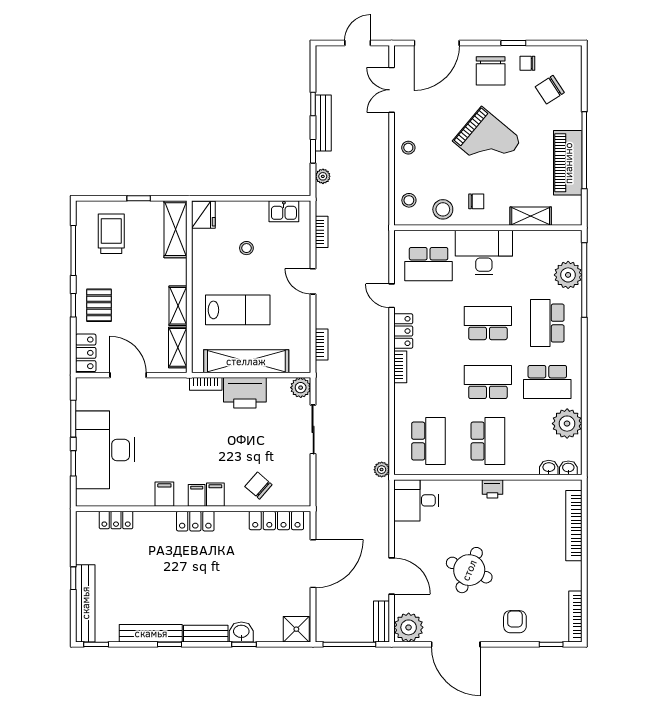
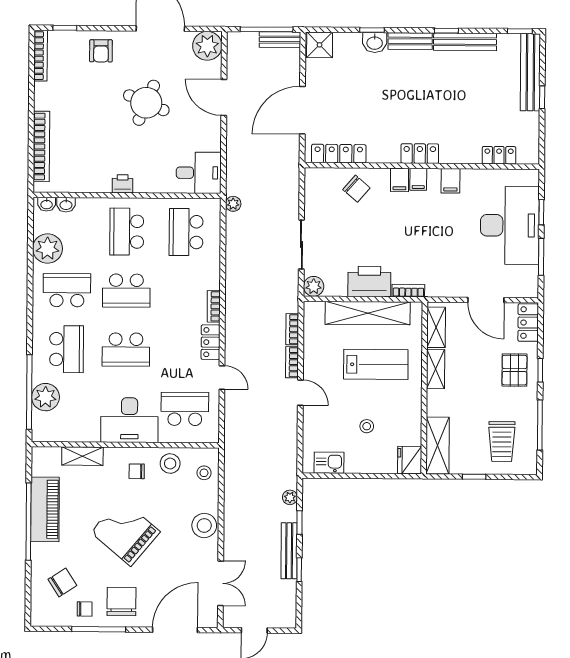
window: (513, 43) -> (99, 629), width x2.17
stool: (408, 148) -> (204, 525), width x1.89, depth x1.89
bookcase: (322, 232) -> (292, 362), moved
lab bench: (238, 310) -> (376, 364), turned 180
bench: (381, 621) -> (280, 40), moved, turned 90

